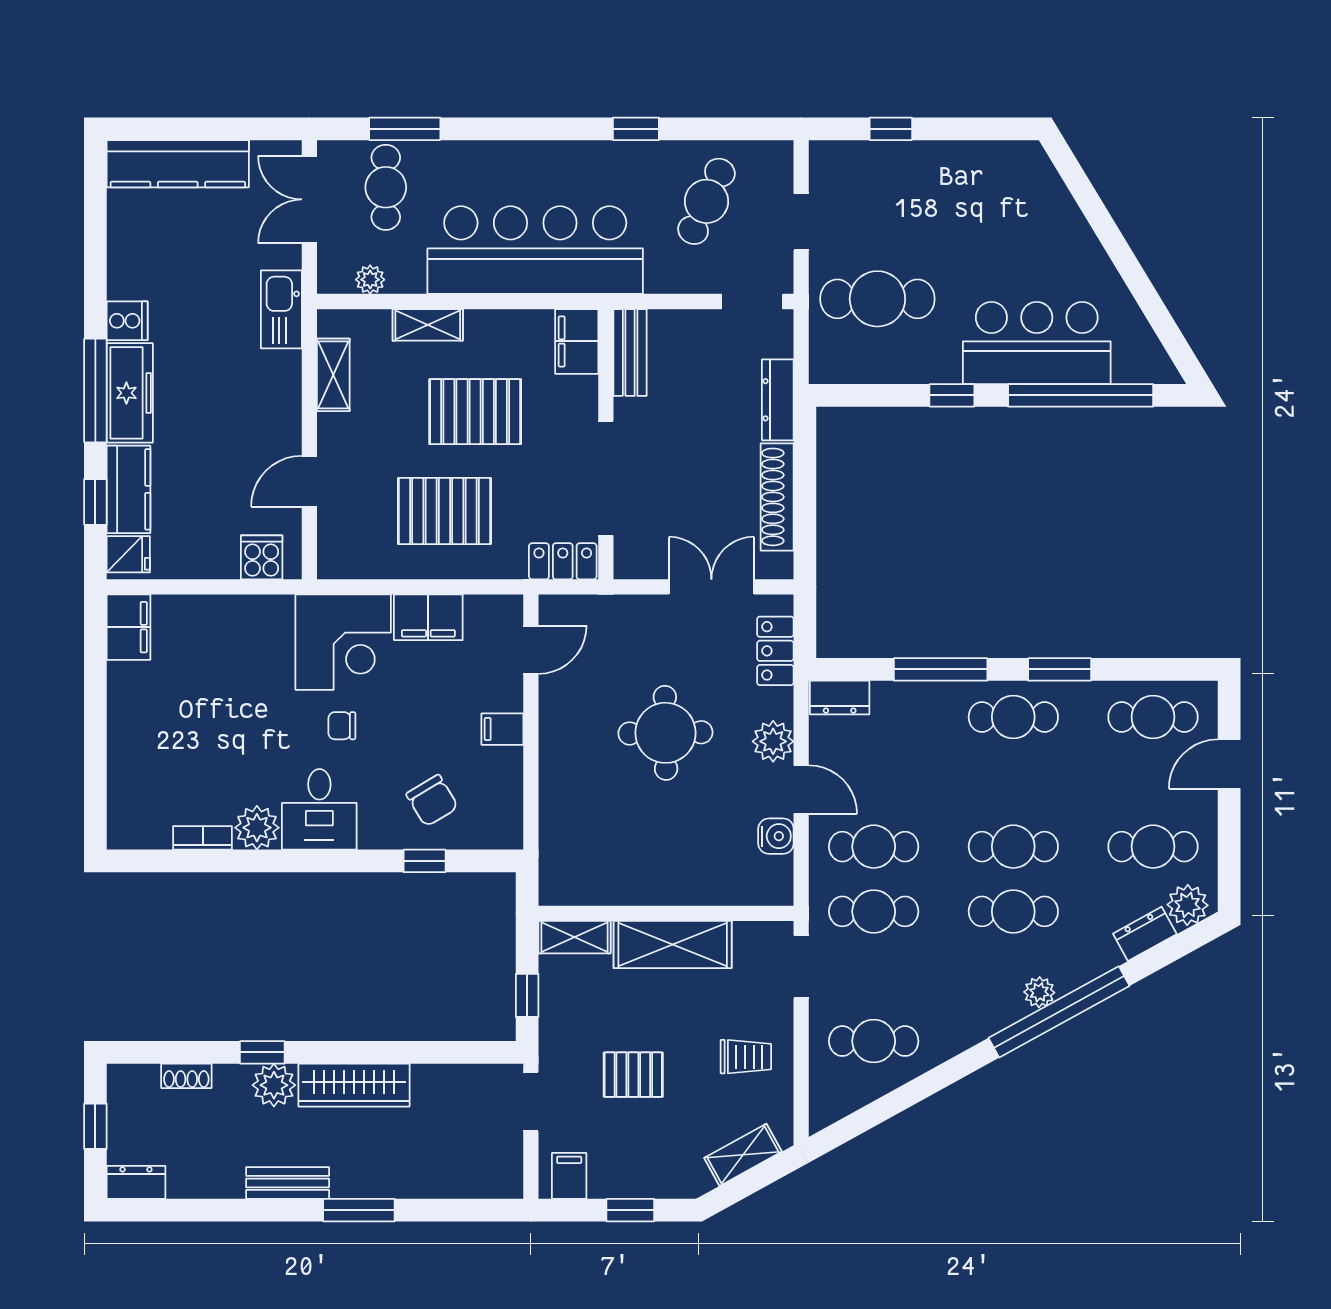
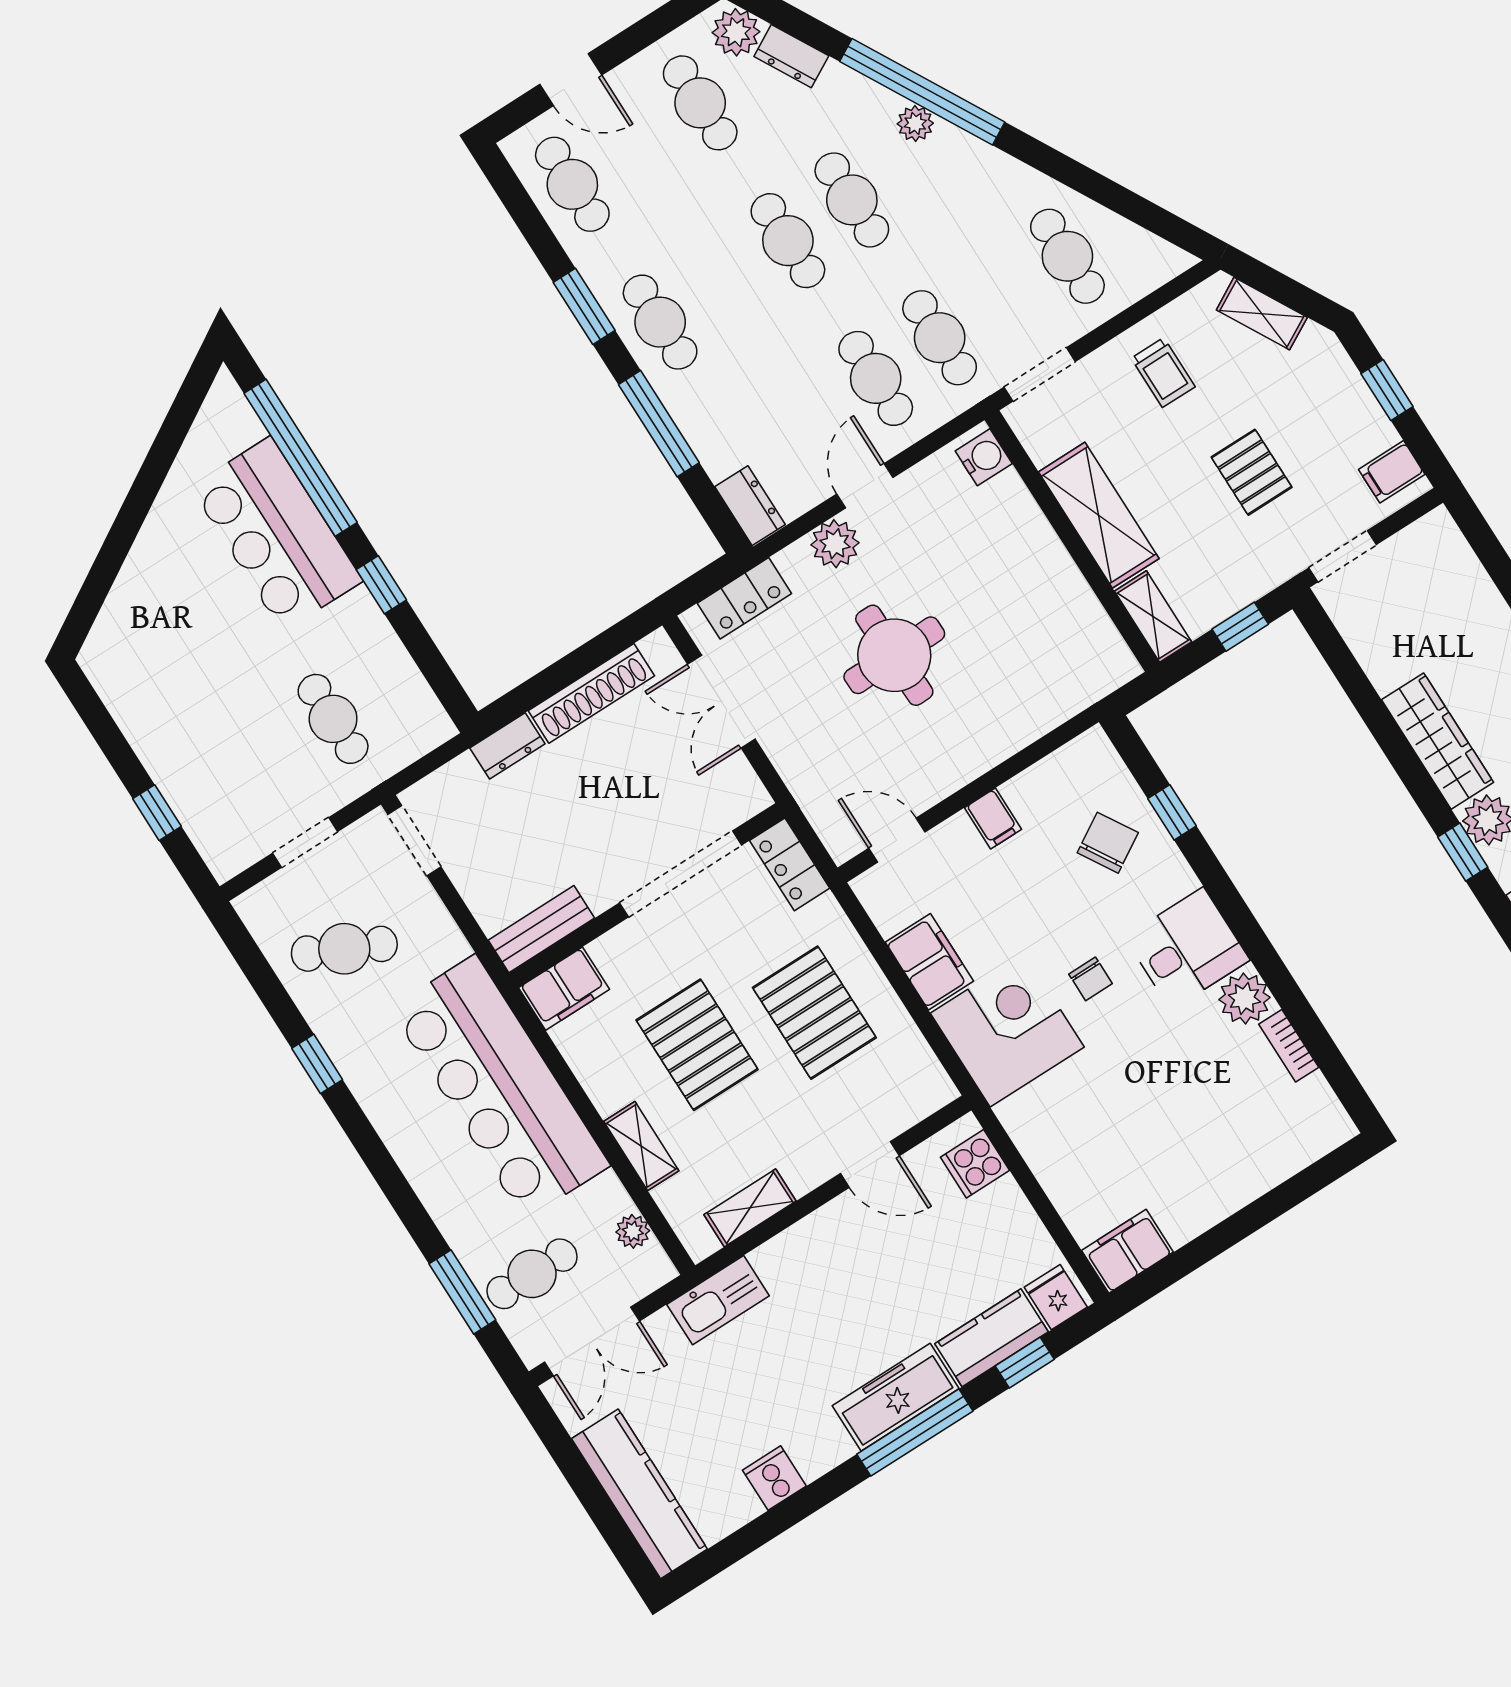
cafe table: (877, 299) -> (333, 719), width x0.73, depth x0.74
cooker: (127, 321) -> (774, 1478), moved
dresser: (778, 400) -> (507, 746), width x0.70
water cooler: (776, 836) -> (984, 457), moved, turned 90
trolley: (746, 1057) -> (1163, 372), turned 180

